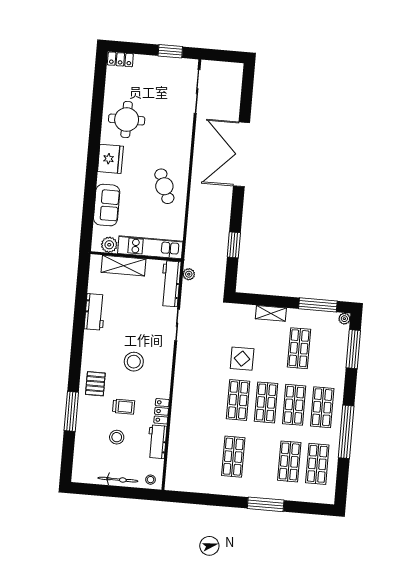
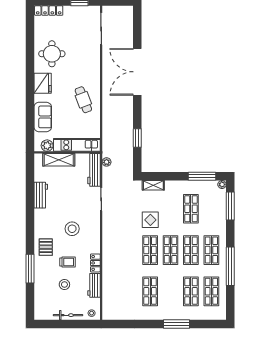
locker: (120, 59) -> (49, 11), width x1.53
shelving: (271, 313) -> (153, 185), moved

